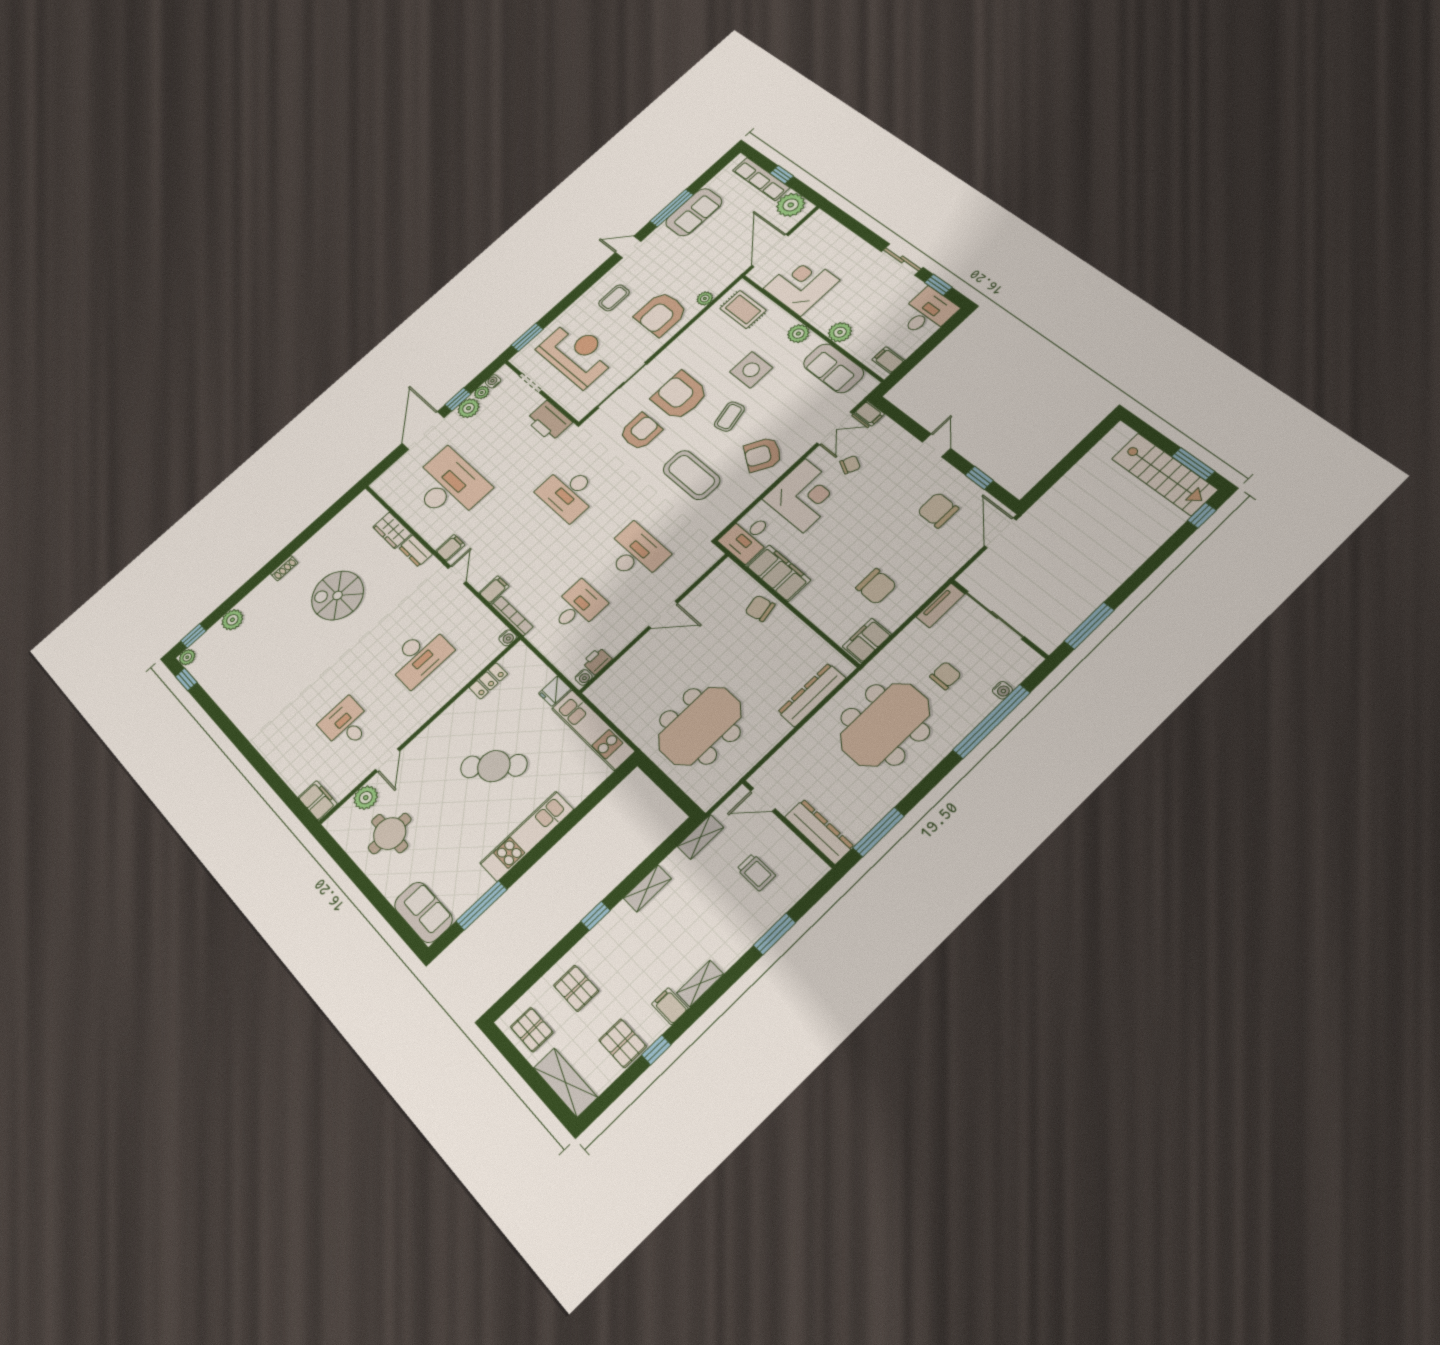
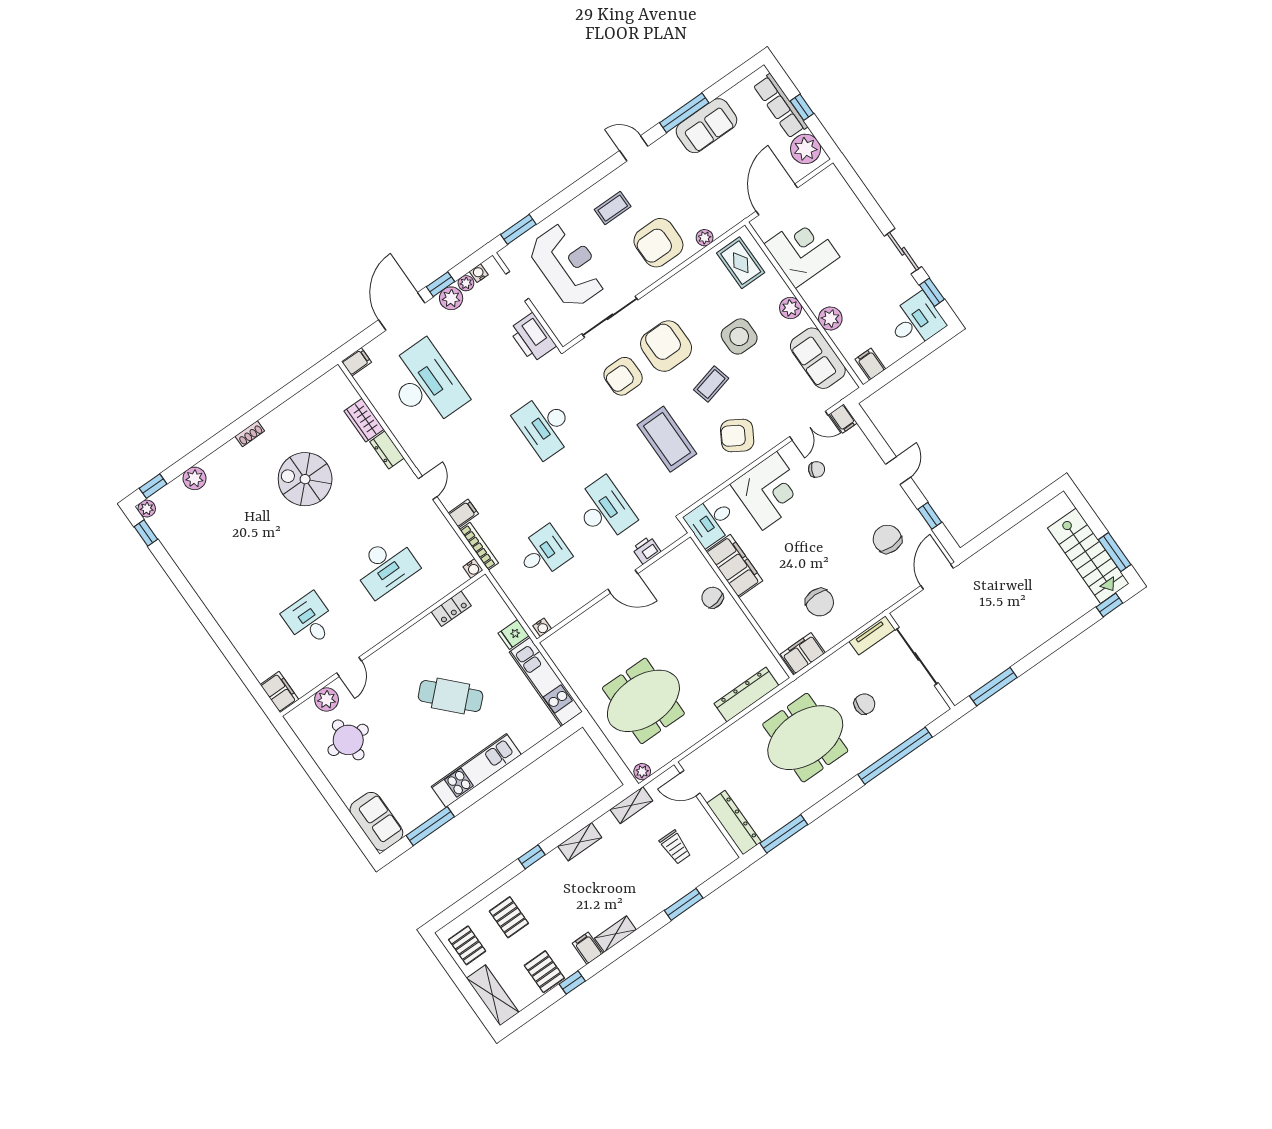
armchair: (641, 432) -> (623, 376), turned 180
filing cabinet: (450, 548) -> (356, 362), moved
printer: (597, 661) -> (646, 550), moved
water cooler: (1002, 690) -> (910, 729), removed
plant: (708, 799) -> (642, 772), added

